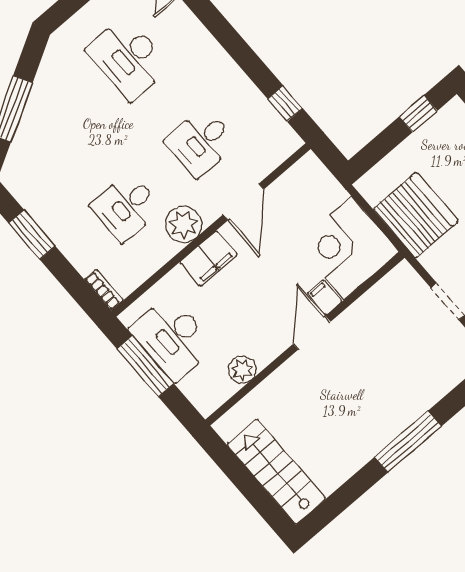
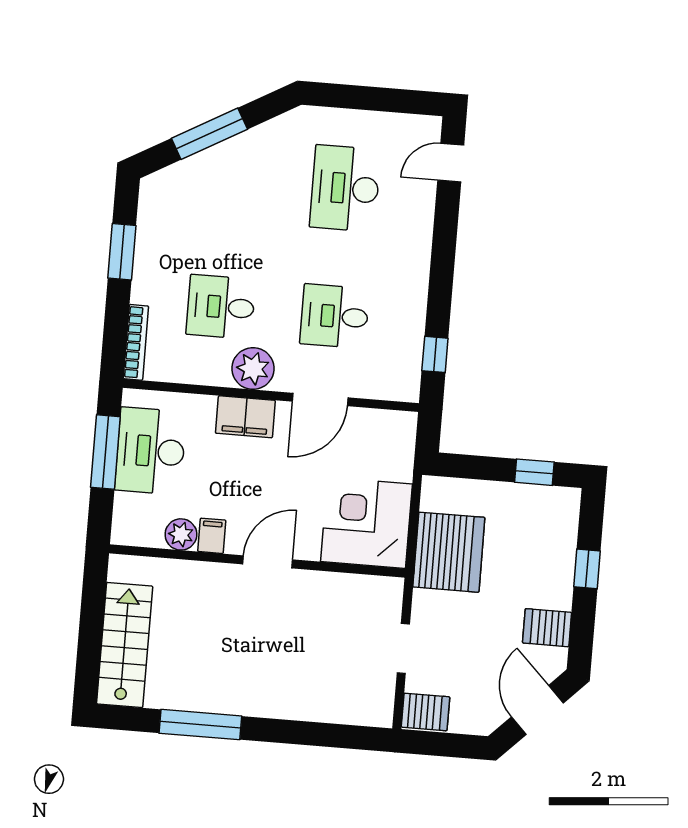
bookcase: (104, 290) -> (136, 342), width x1.56
filing cabinet: (325, 297) -> (212, 536), moved
window: (408, 442) -> (200, 725), moved

